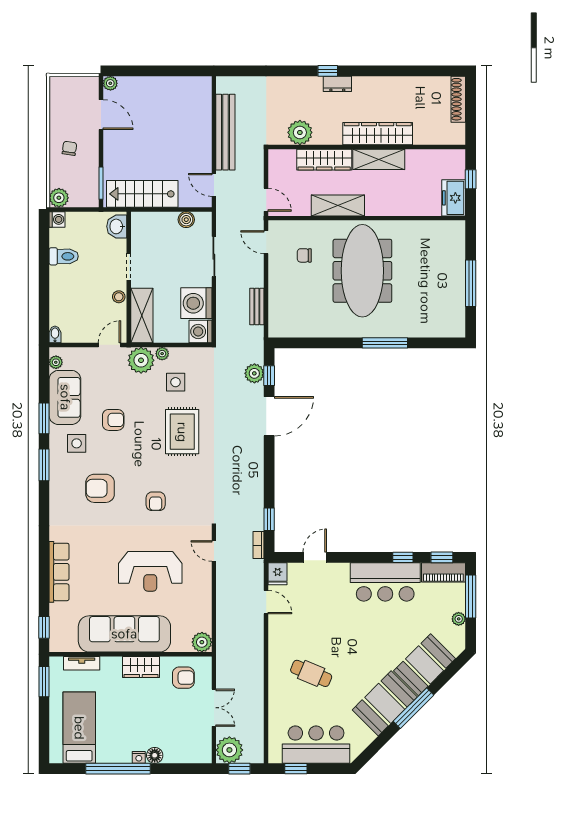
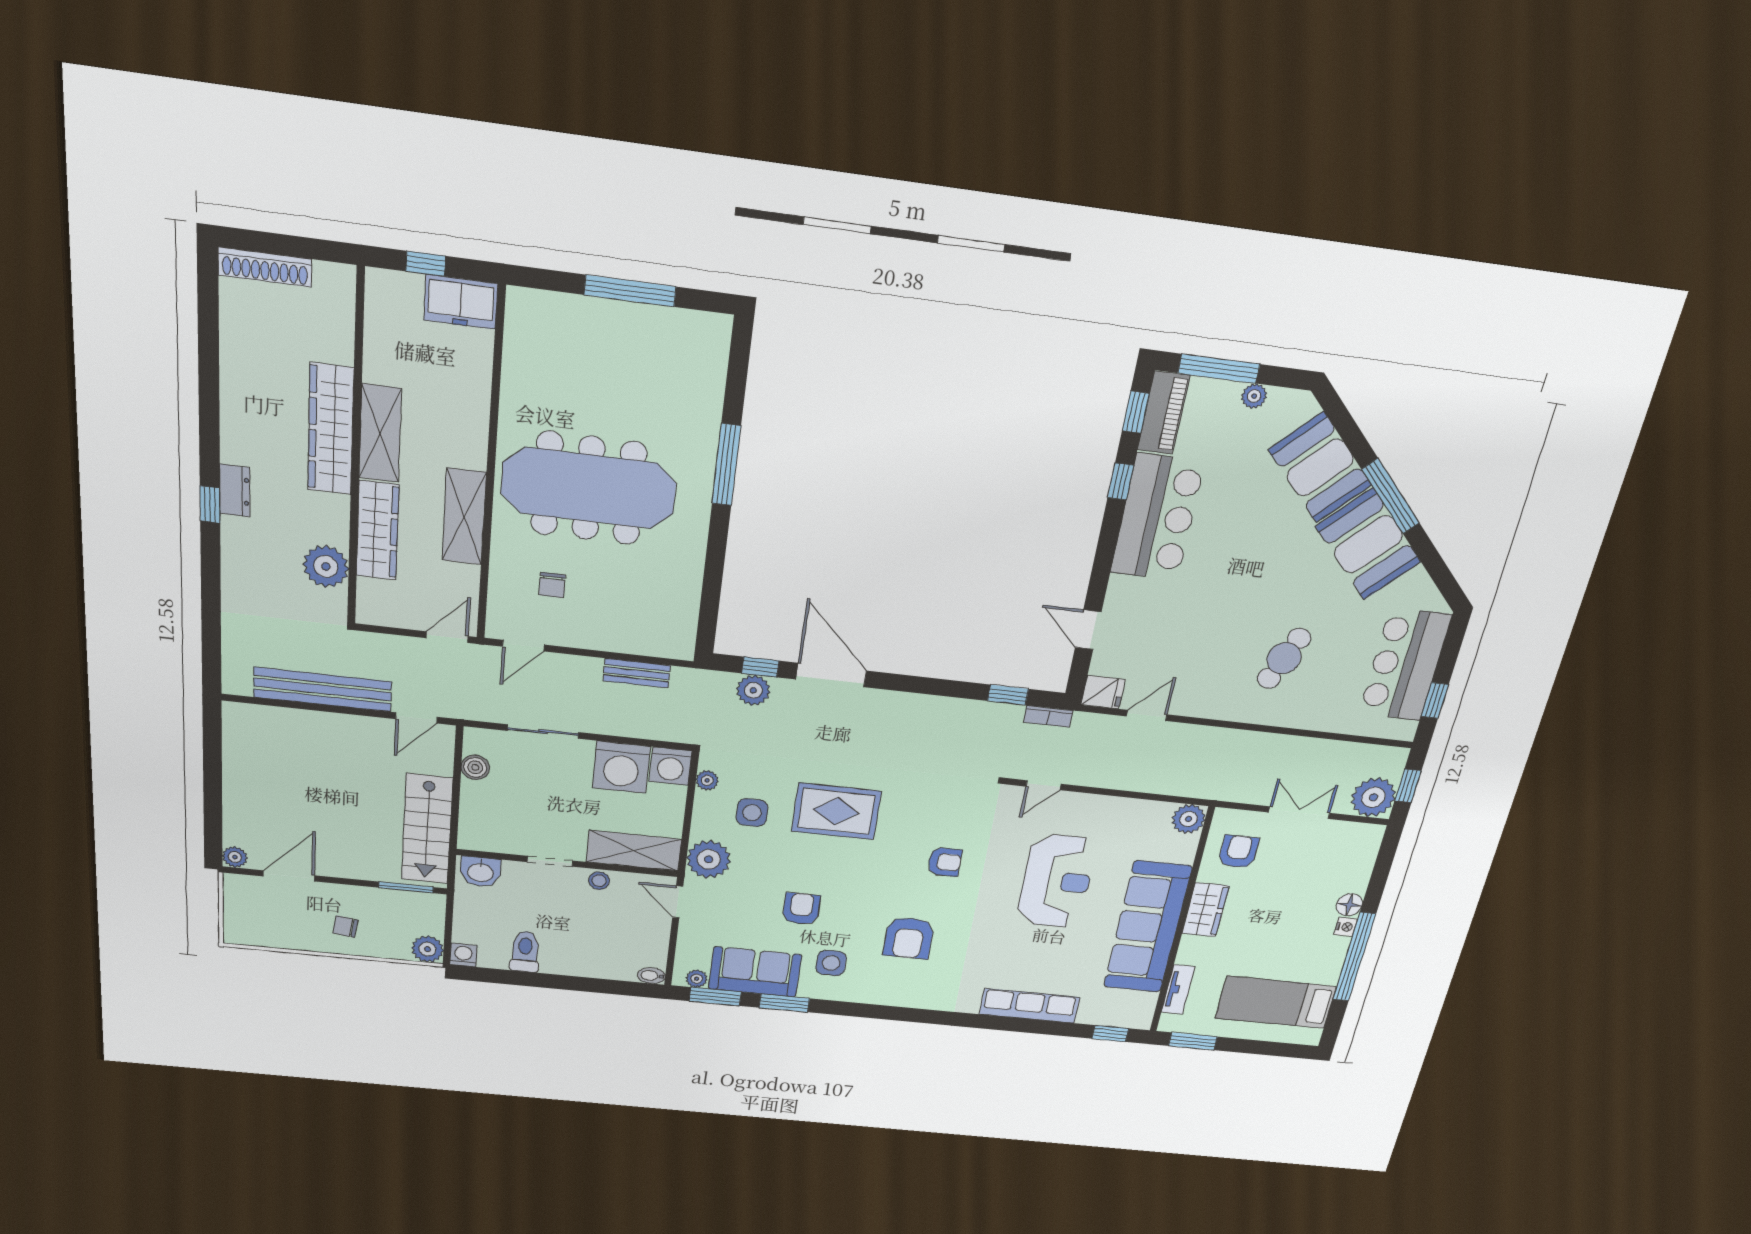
plant: (162, 354) -> (707, 780), moved
window: (44, 465) -> (715, 997), moved

